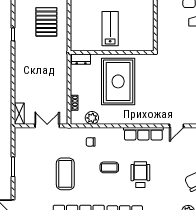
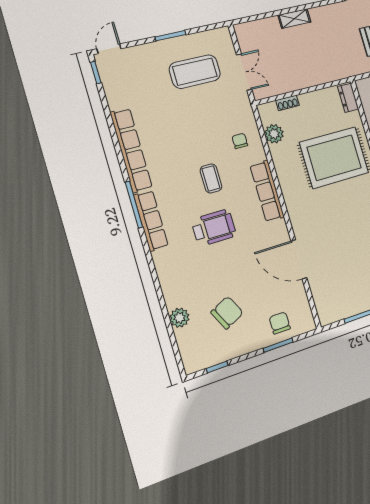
shelving: (19, 114) -> (294, 19), moved
door: (176, 126) -> (299, 259), width x1.87
row of seats: (143, 134) -> (267, 191), moved
coffee table: (65, 174) -> (195, 72), moved

